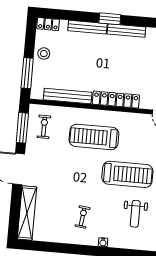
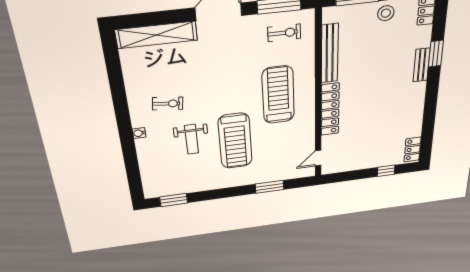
window: (110, 19) -> (436, 54), moved
bench: (87, 27) -> (422, 65), width x0.73
bench: (126, 31) -> (418, 103), removed
weight bench: (135, 214) -> (192, 139), moved, turned -90

